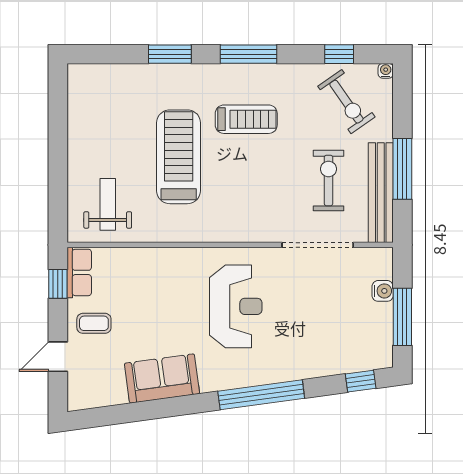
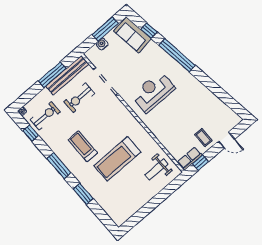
exercise bike: (346, 102) -> (45, 116), turned 35
sofa: (162, 379) -> (133, 35), moved
window: (361, 381) -> (149, 31), moved

